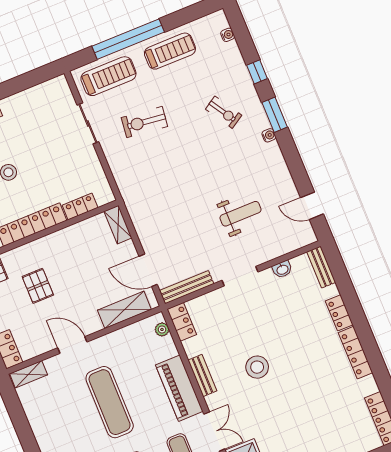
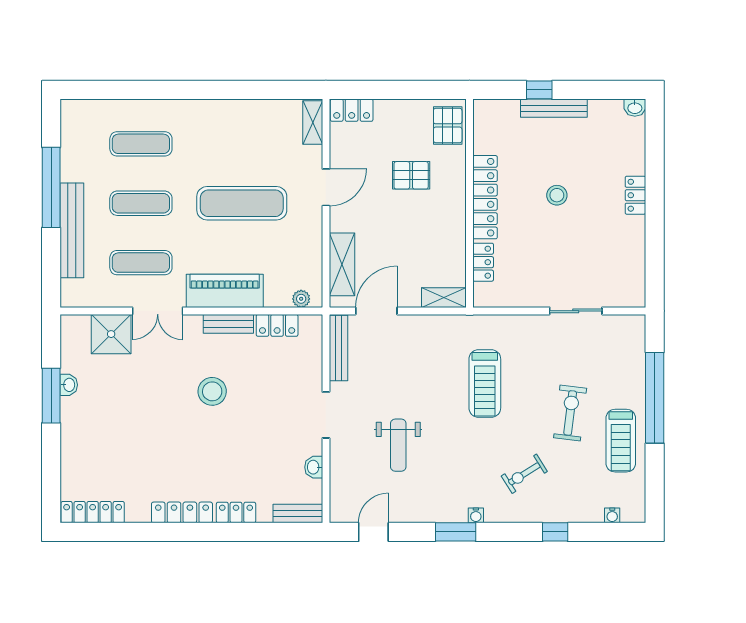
treadmill: (108, 76) -> (485, 383), moved
window: (275, 115) -> (456, 532), moved
exercise bike: (144, 122) -> (570, 413), moved
locker: (182, 322) -> (277, 325), moved

